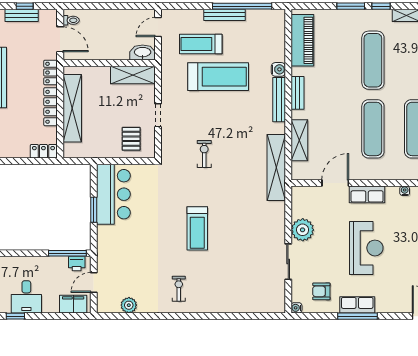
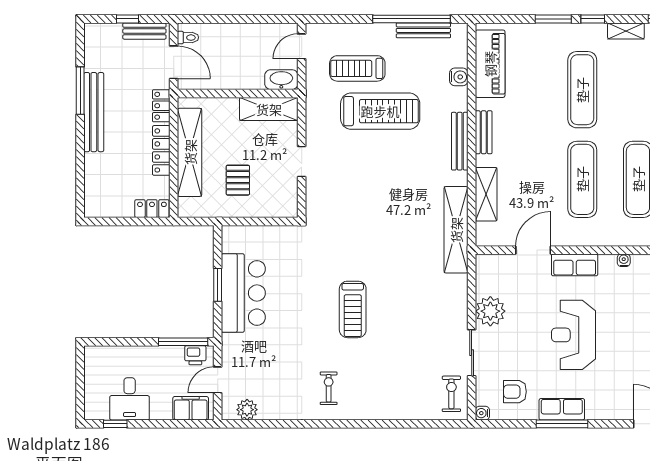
bench: (22, 15) -> (144, 31), moved
bench: (224, 15) -> (423, 30), moved
water cooler: (278, 69) -> (459, 77), moved
pallet: (131, 139) -> (238, 180), moved
exercise bike: (204, 154) -> (451, 394), moved
bar counter: (113, 194) -> (243, 293), moved
reception desk: (366, 248) -> (574, 335), turned 180
plant: (129, 305) -> (247, 410), moved

